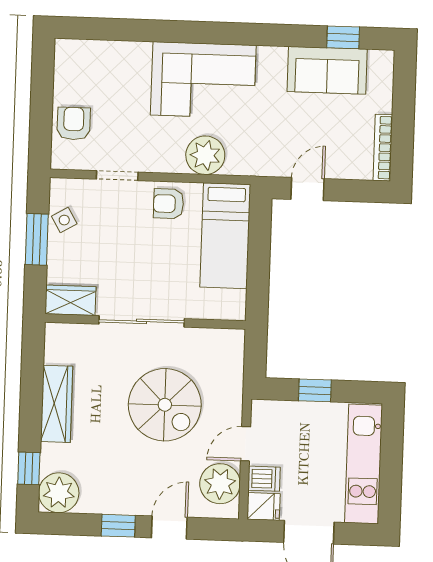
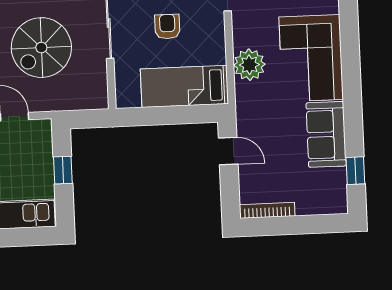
sofa: (327, 70) -> (326, 134), moved
armchair: (169, 204) -> (167, 27), moved

